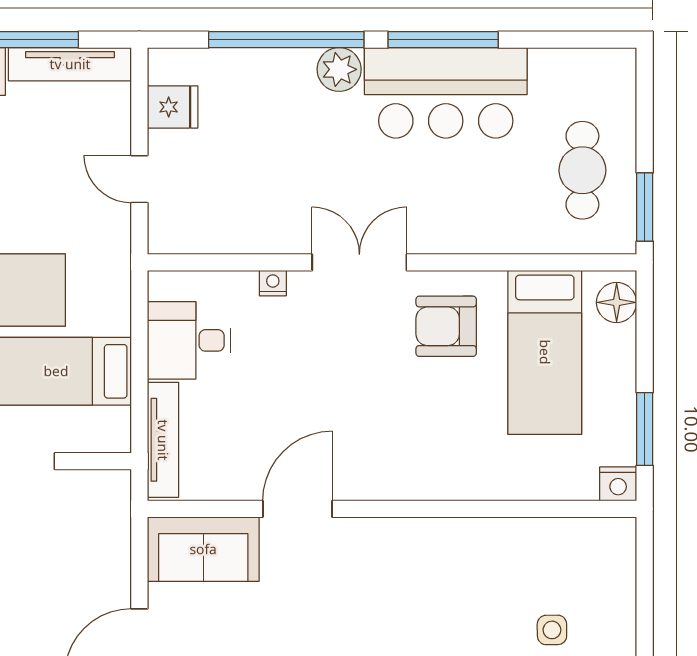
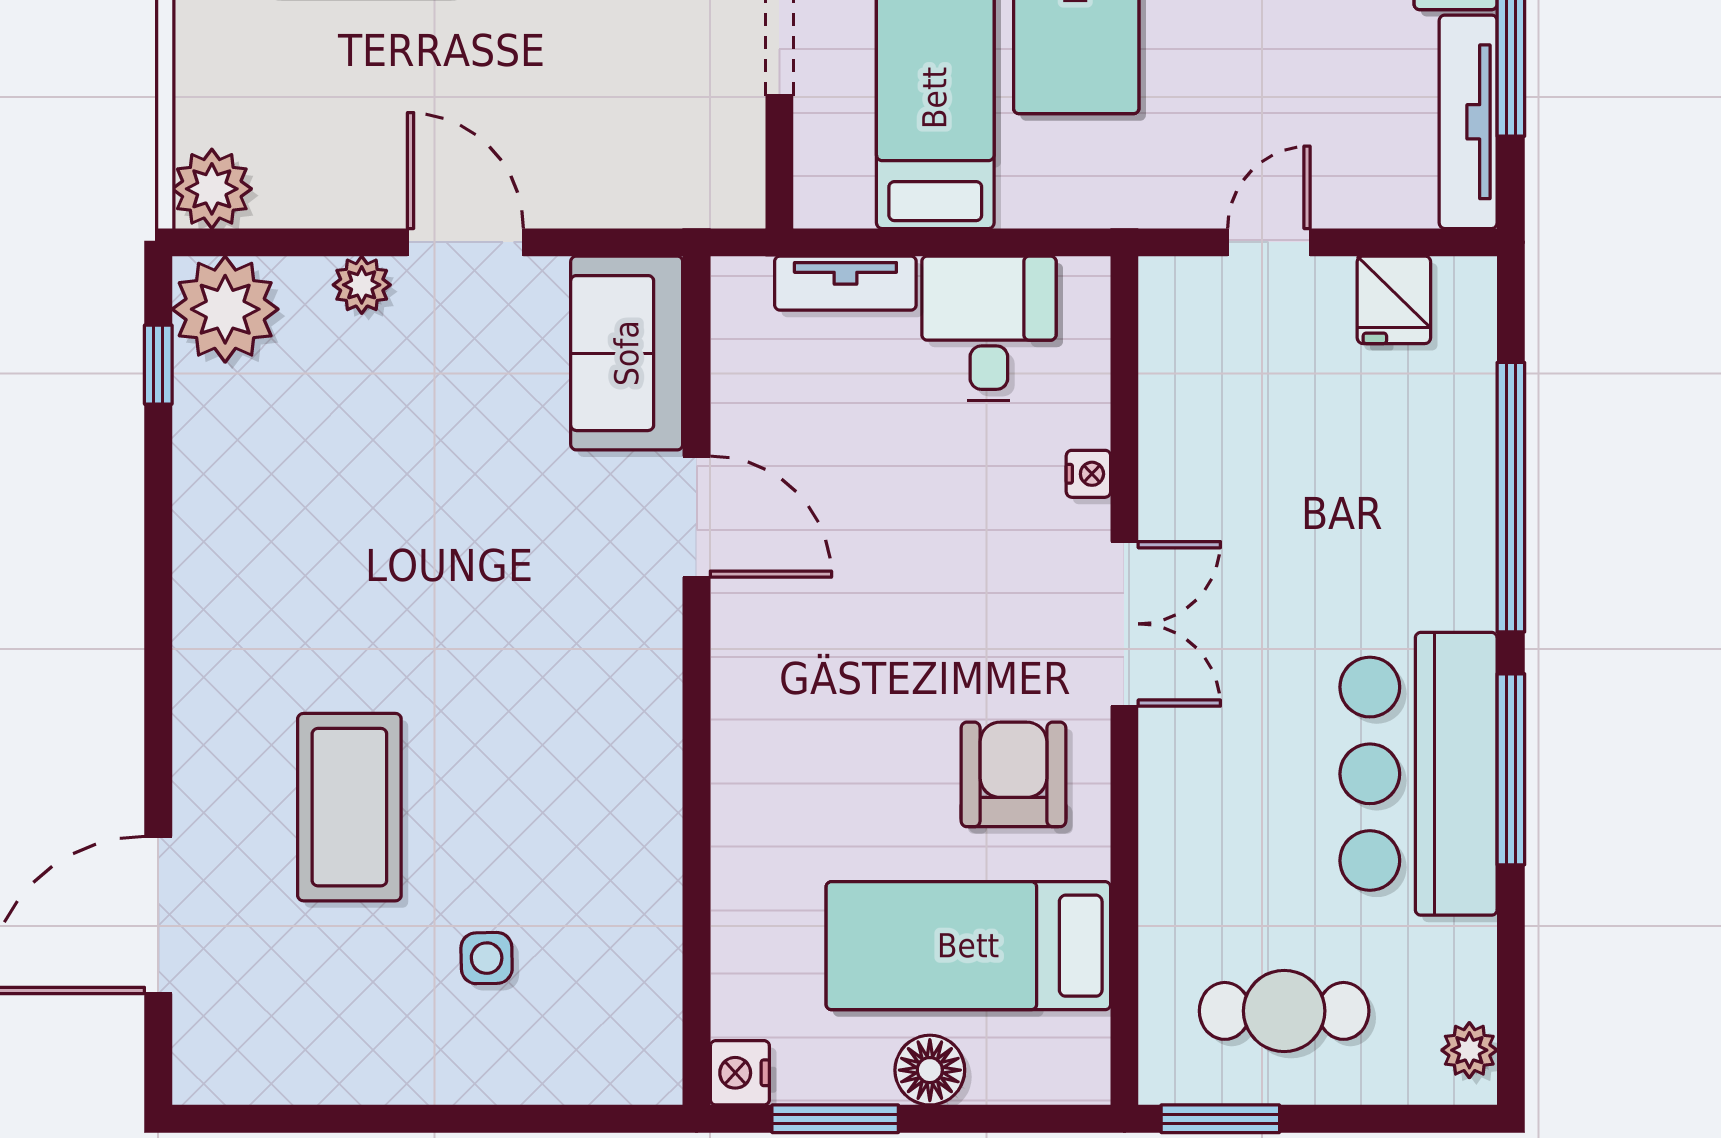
plant: (339, 69) -> (1469, 1050), moved, width x0.73, depth x0.73
floor lamp: (617, 302) -> (930, 1070), moved
tv unit: (163, 440) -> (845, 283), width x0.71

